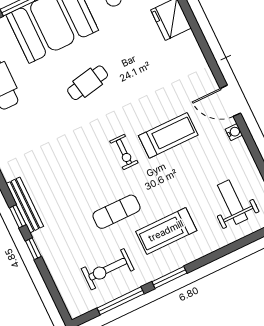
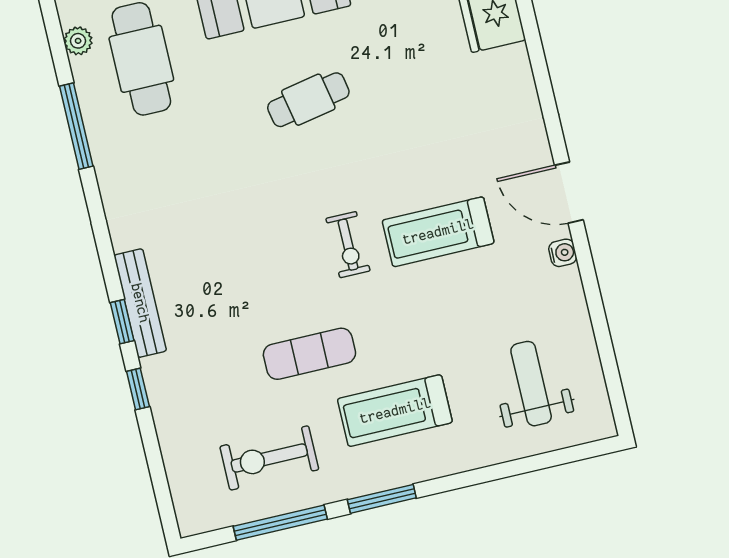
treadmill: (168, 135) -> (438, 232), turned 180

